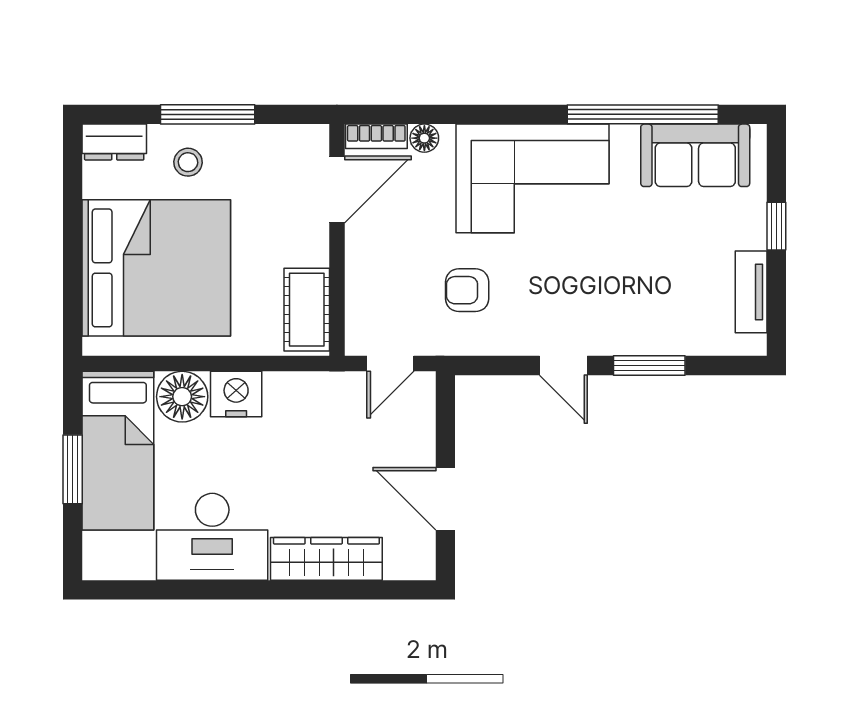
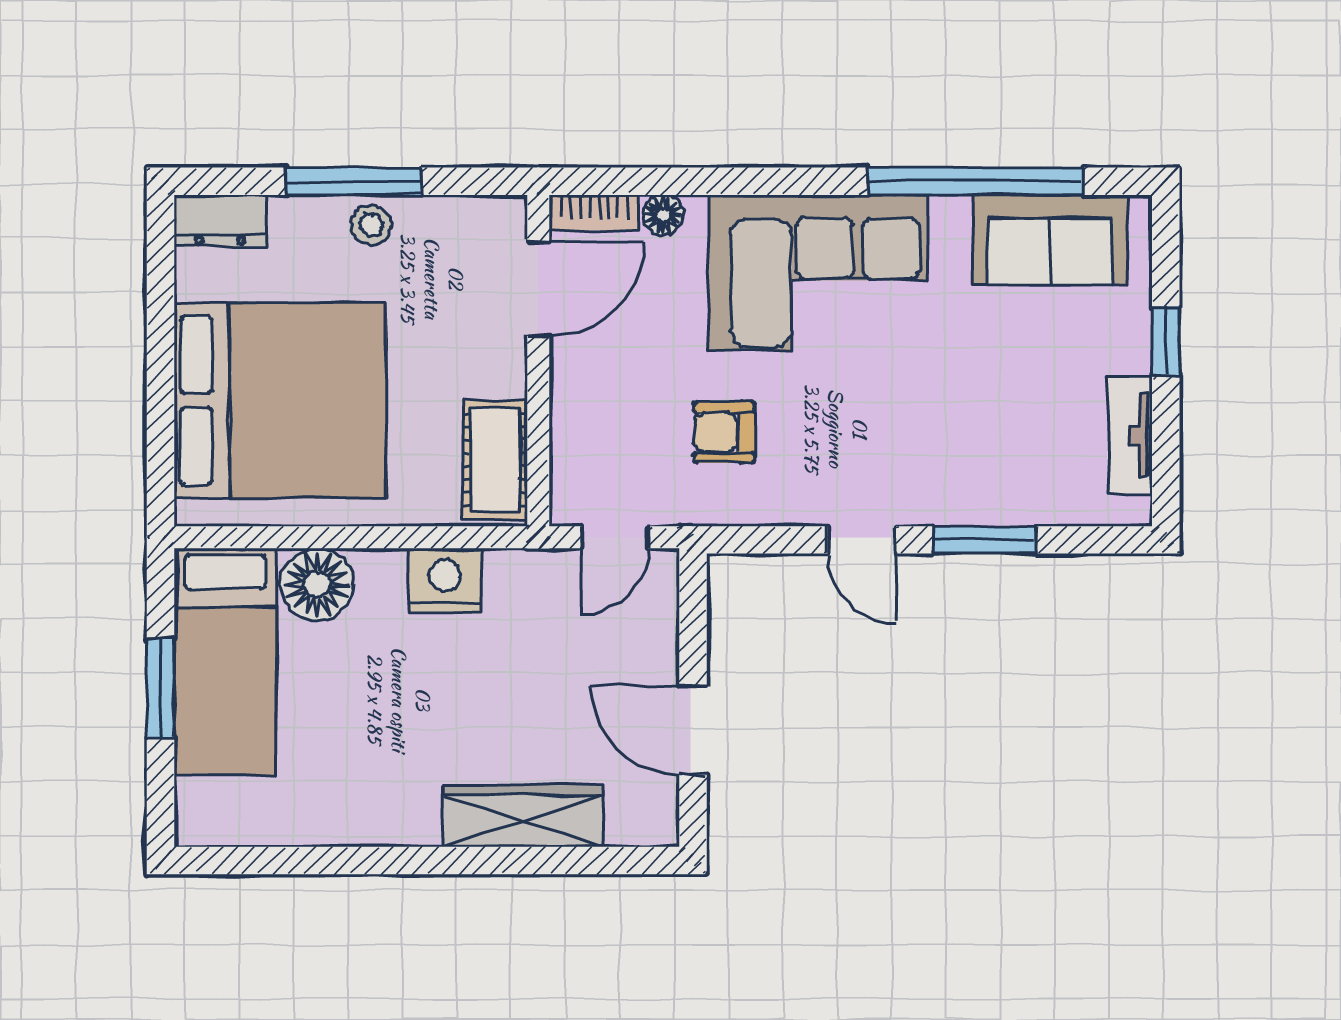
stool: (188, 162) -> (371, 225), moved
nightstand: (236, 394) -> (445, 581), moved
desk: (212, 537) -> (360, 785), removed

